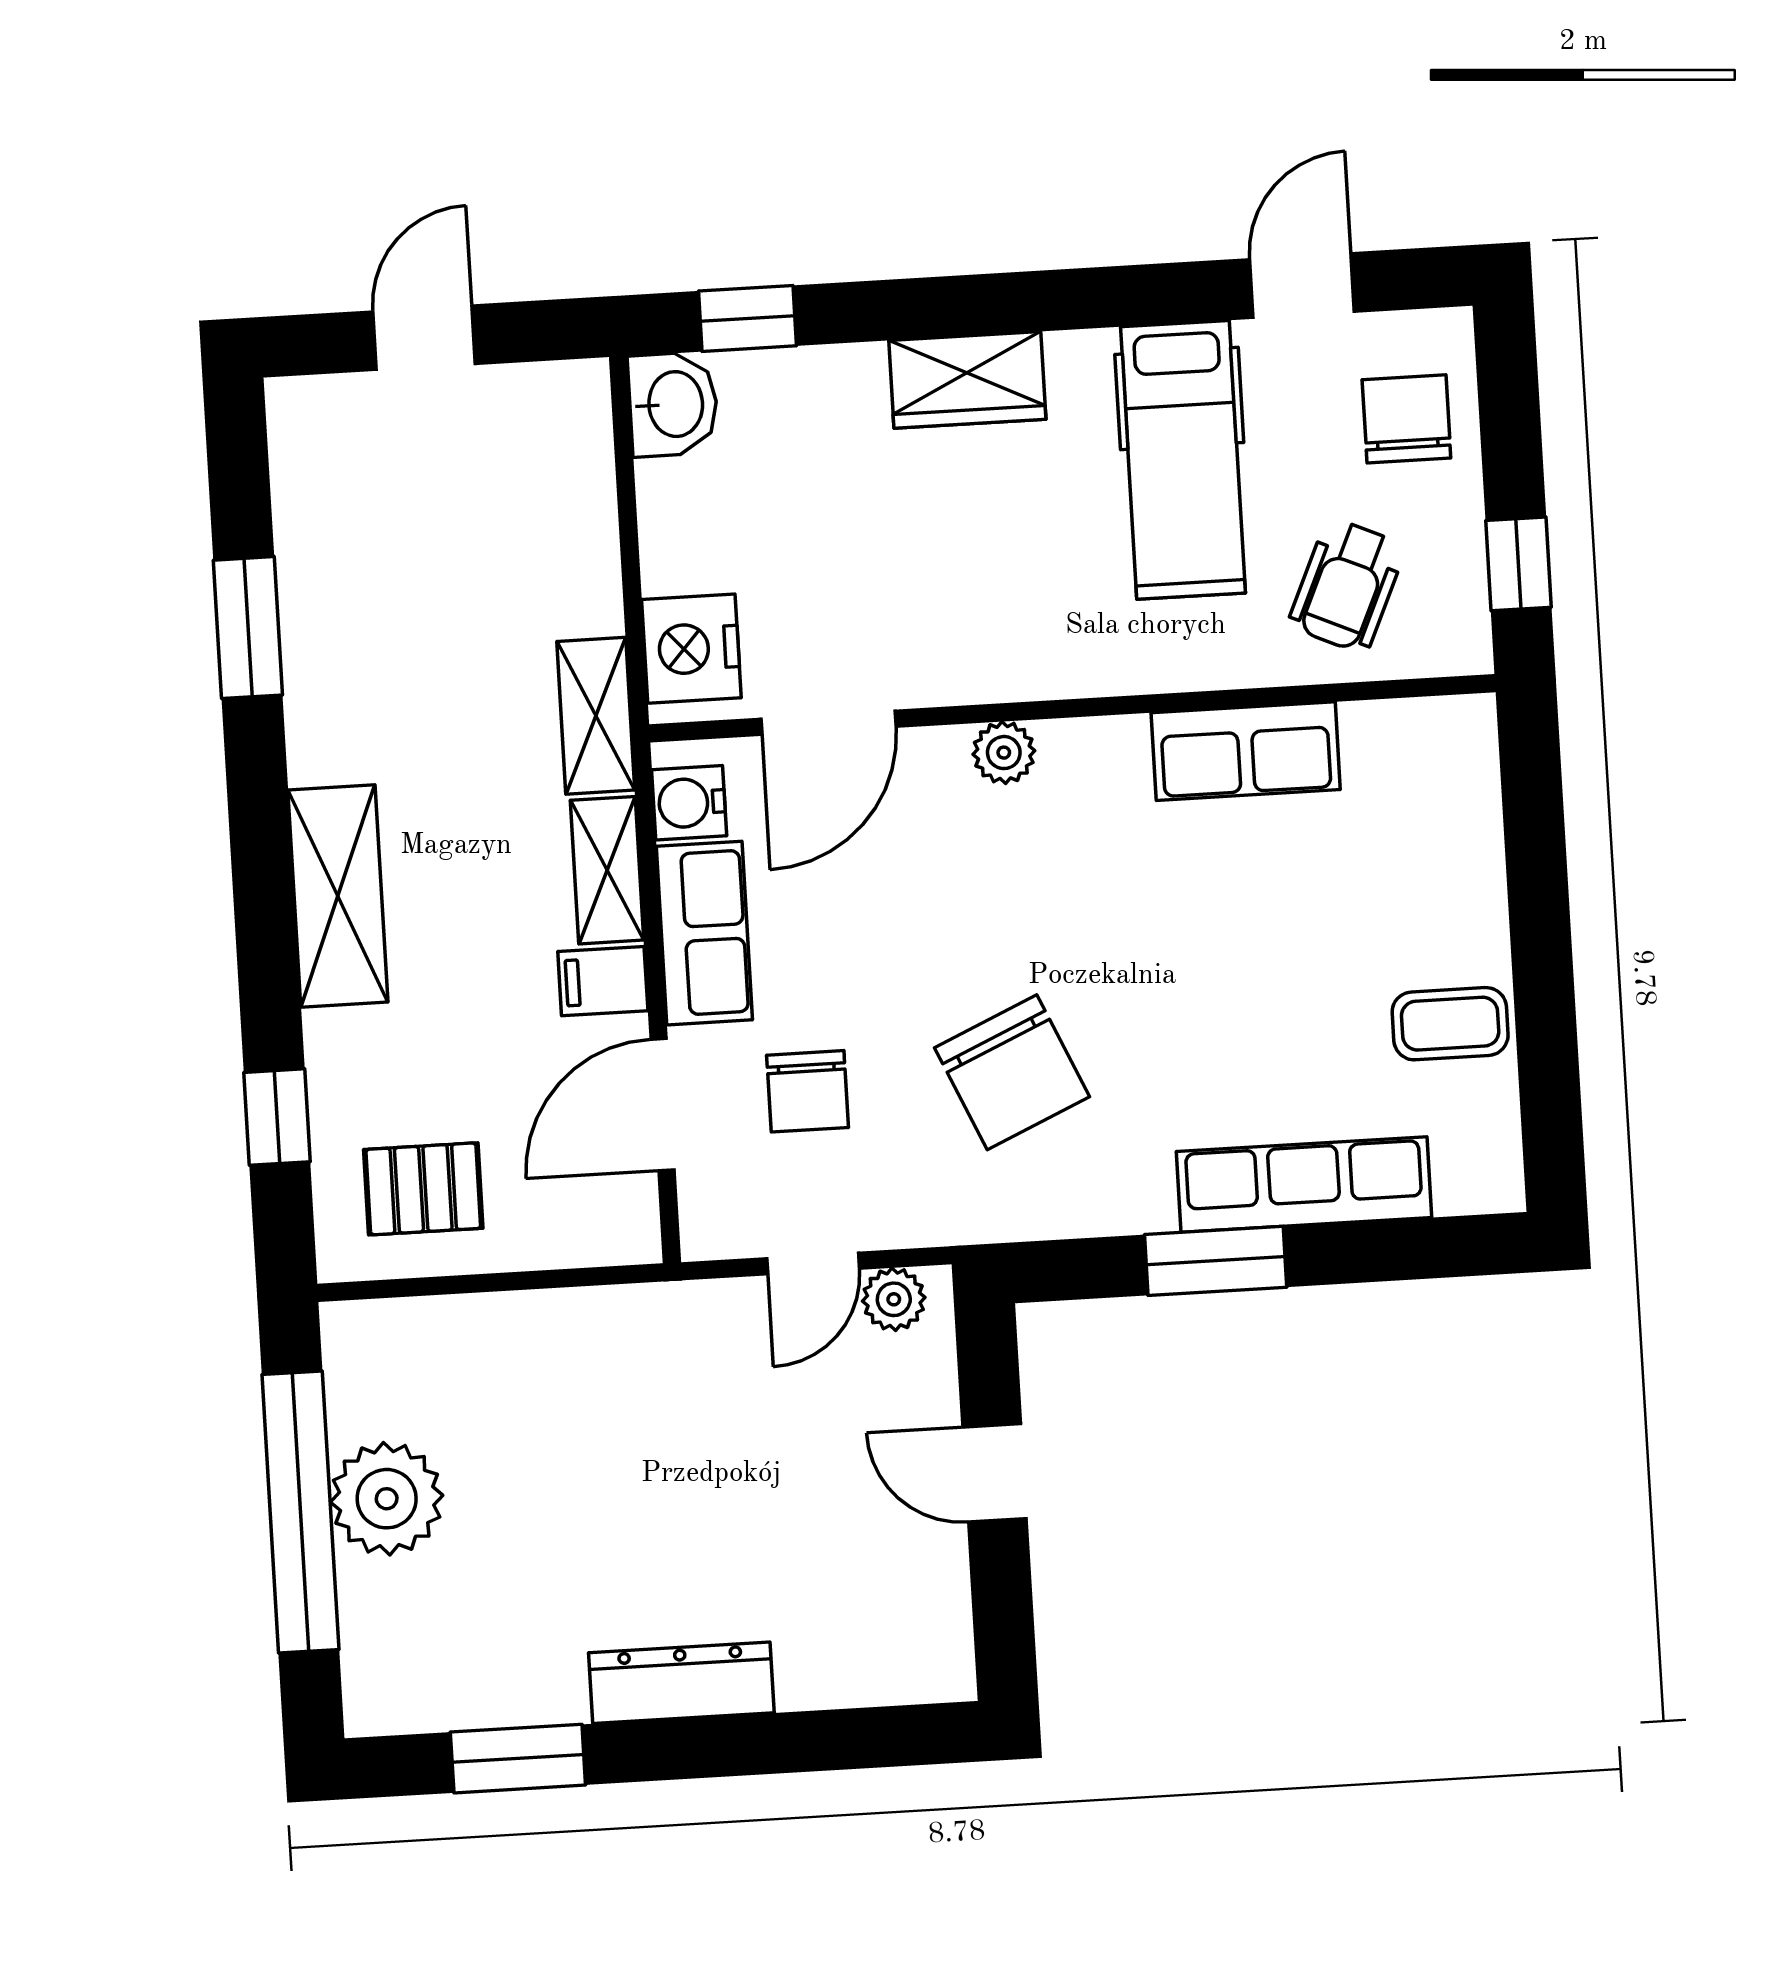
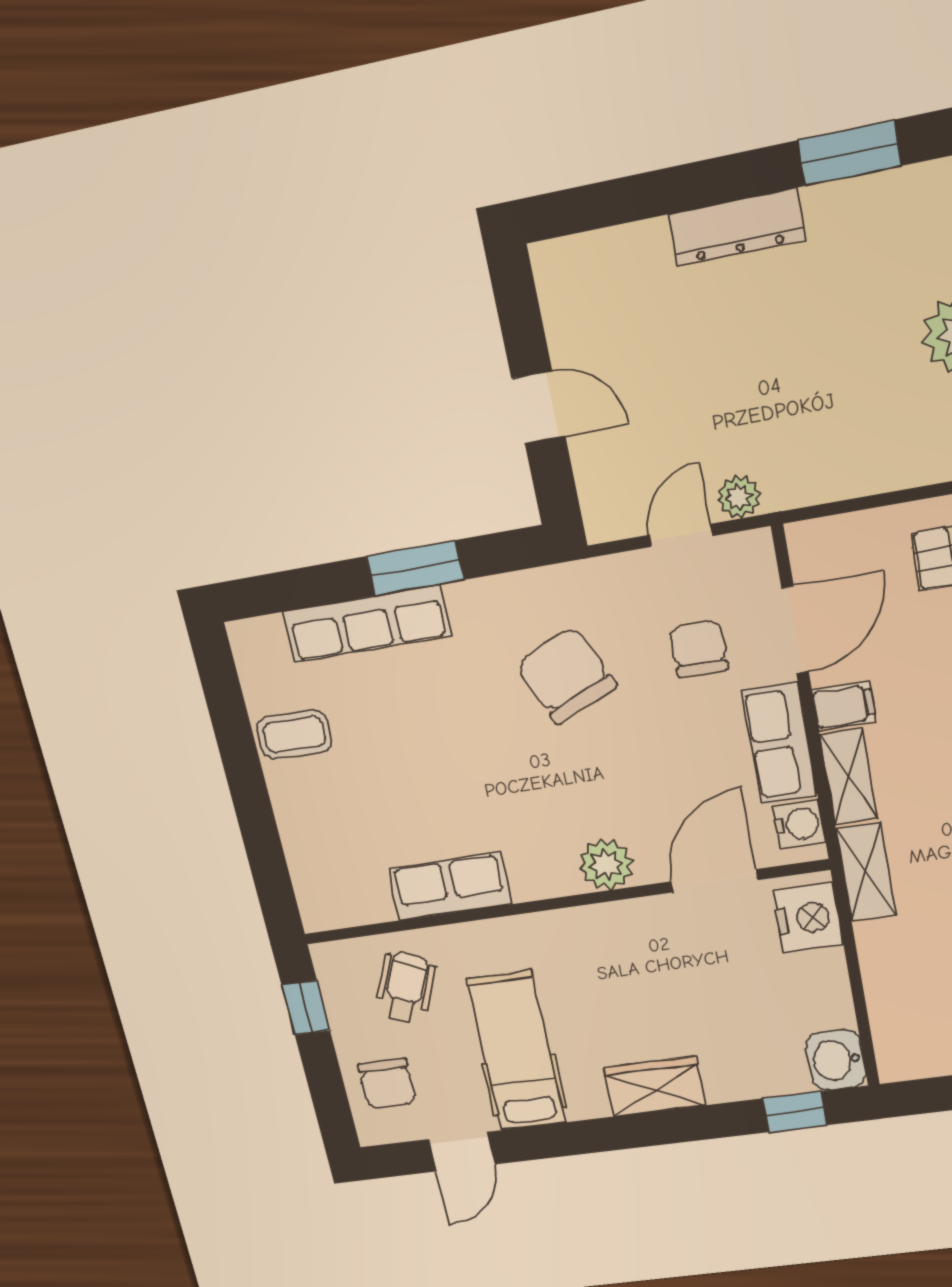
plant: (1004, 753) -> (606, 865), width x1.38, depth x1.38
plant: (894, 1299) -> (739, 497), moved

